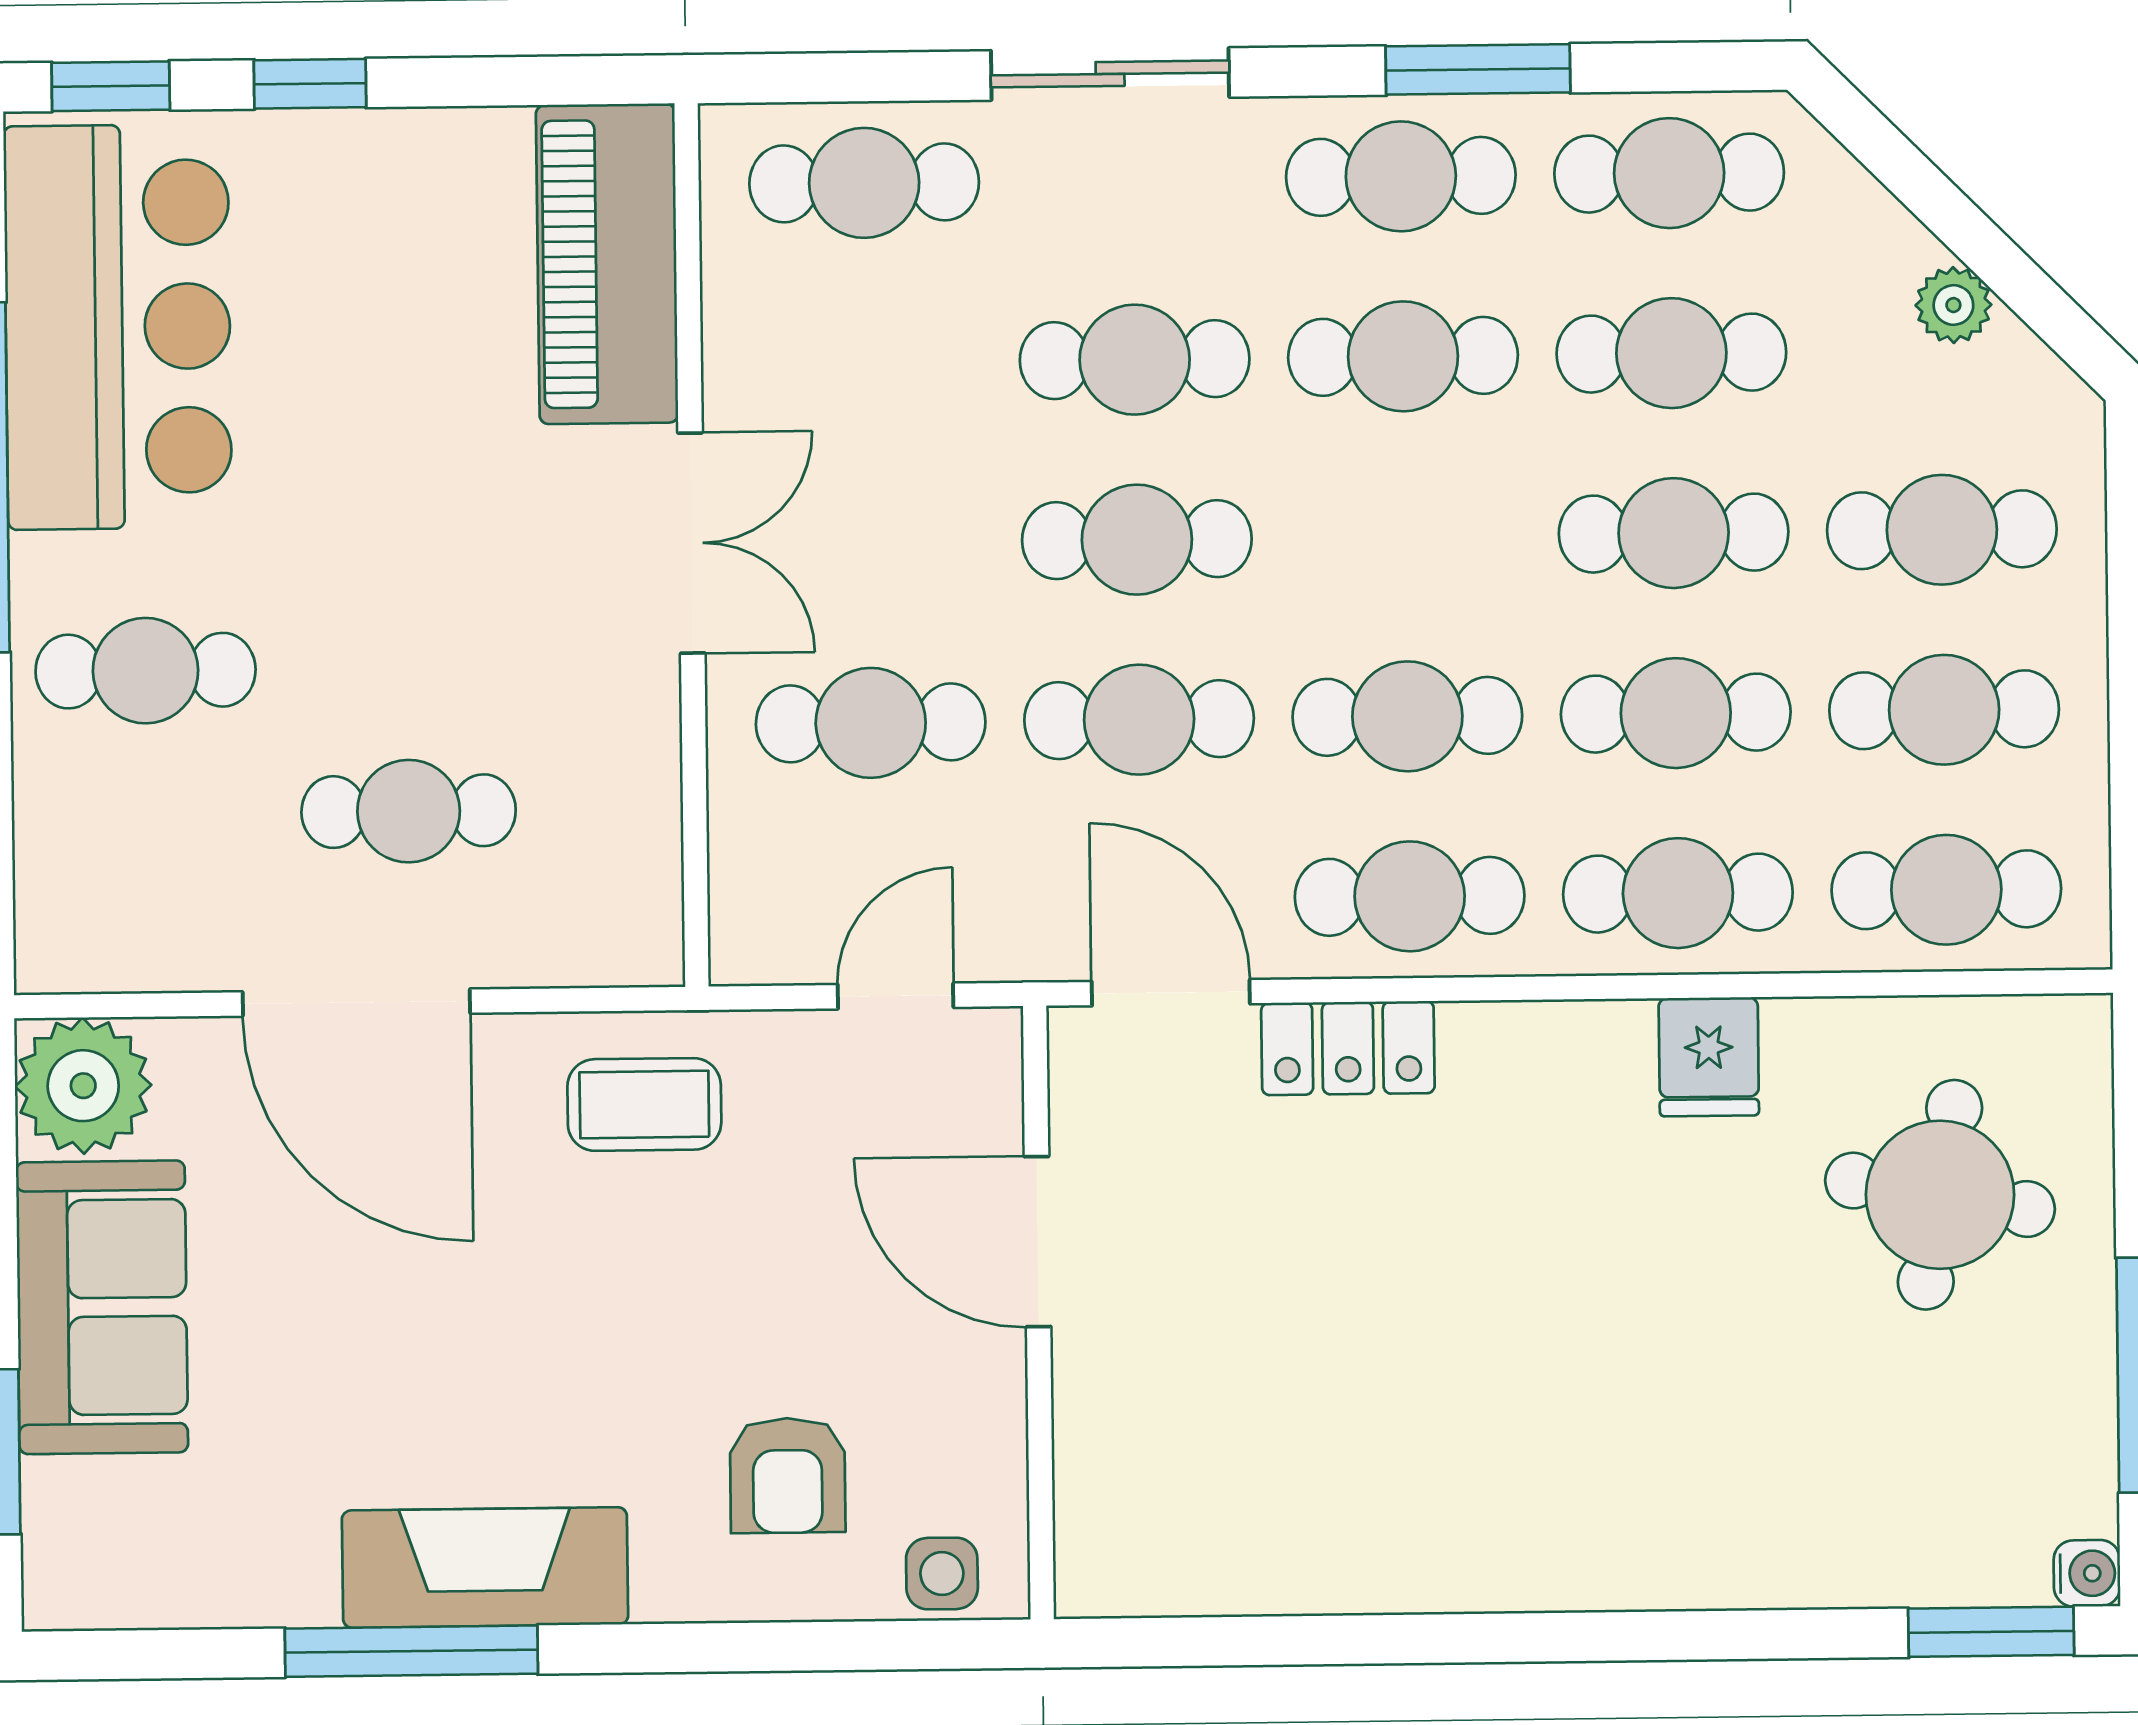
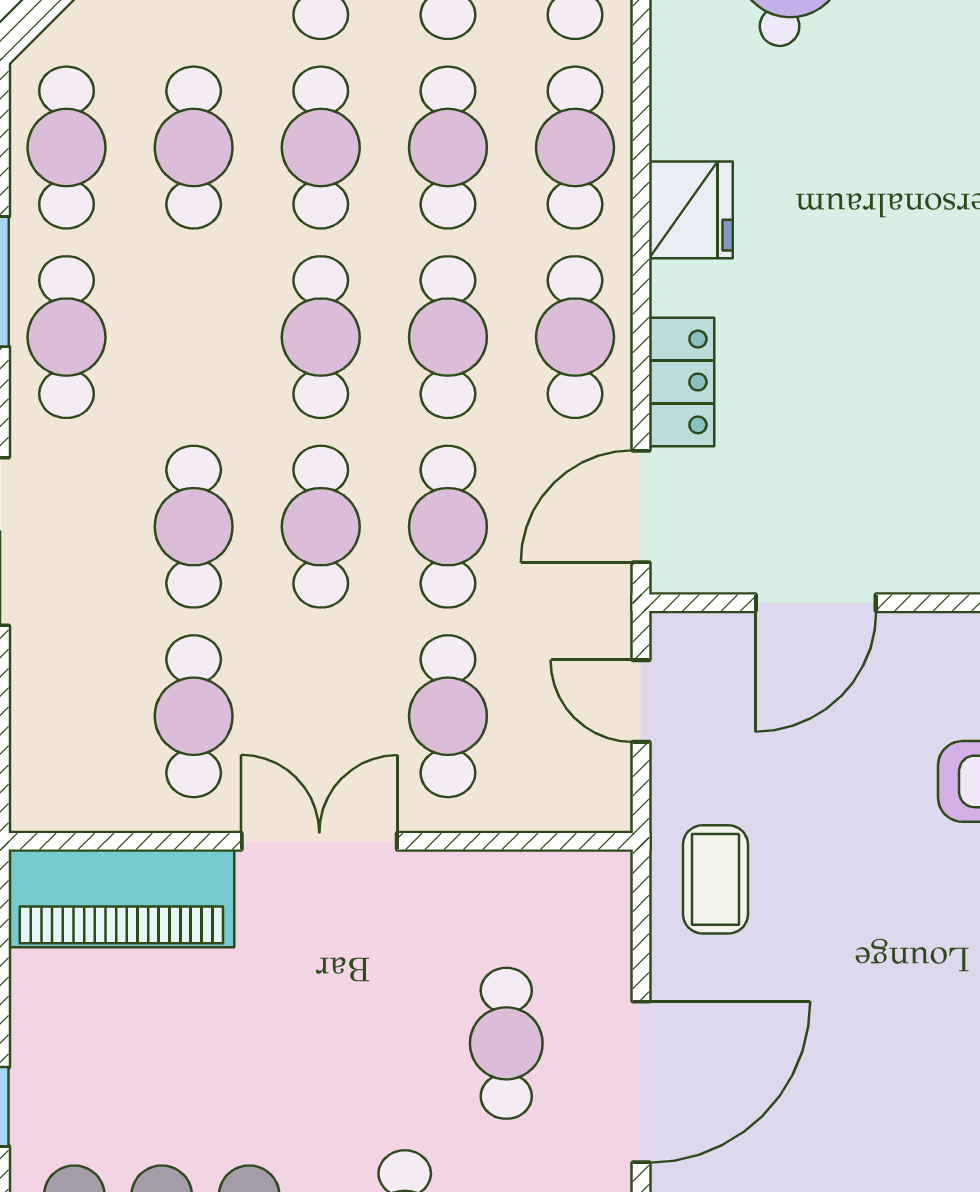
cafe table: (864, 183) -> (194, 716), moved
cafe table: (1403, 356) -> (321, 337), moved
fridge: (1709, 1057) -> (691, 210), moved, width x1.38

